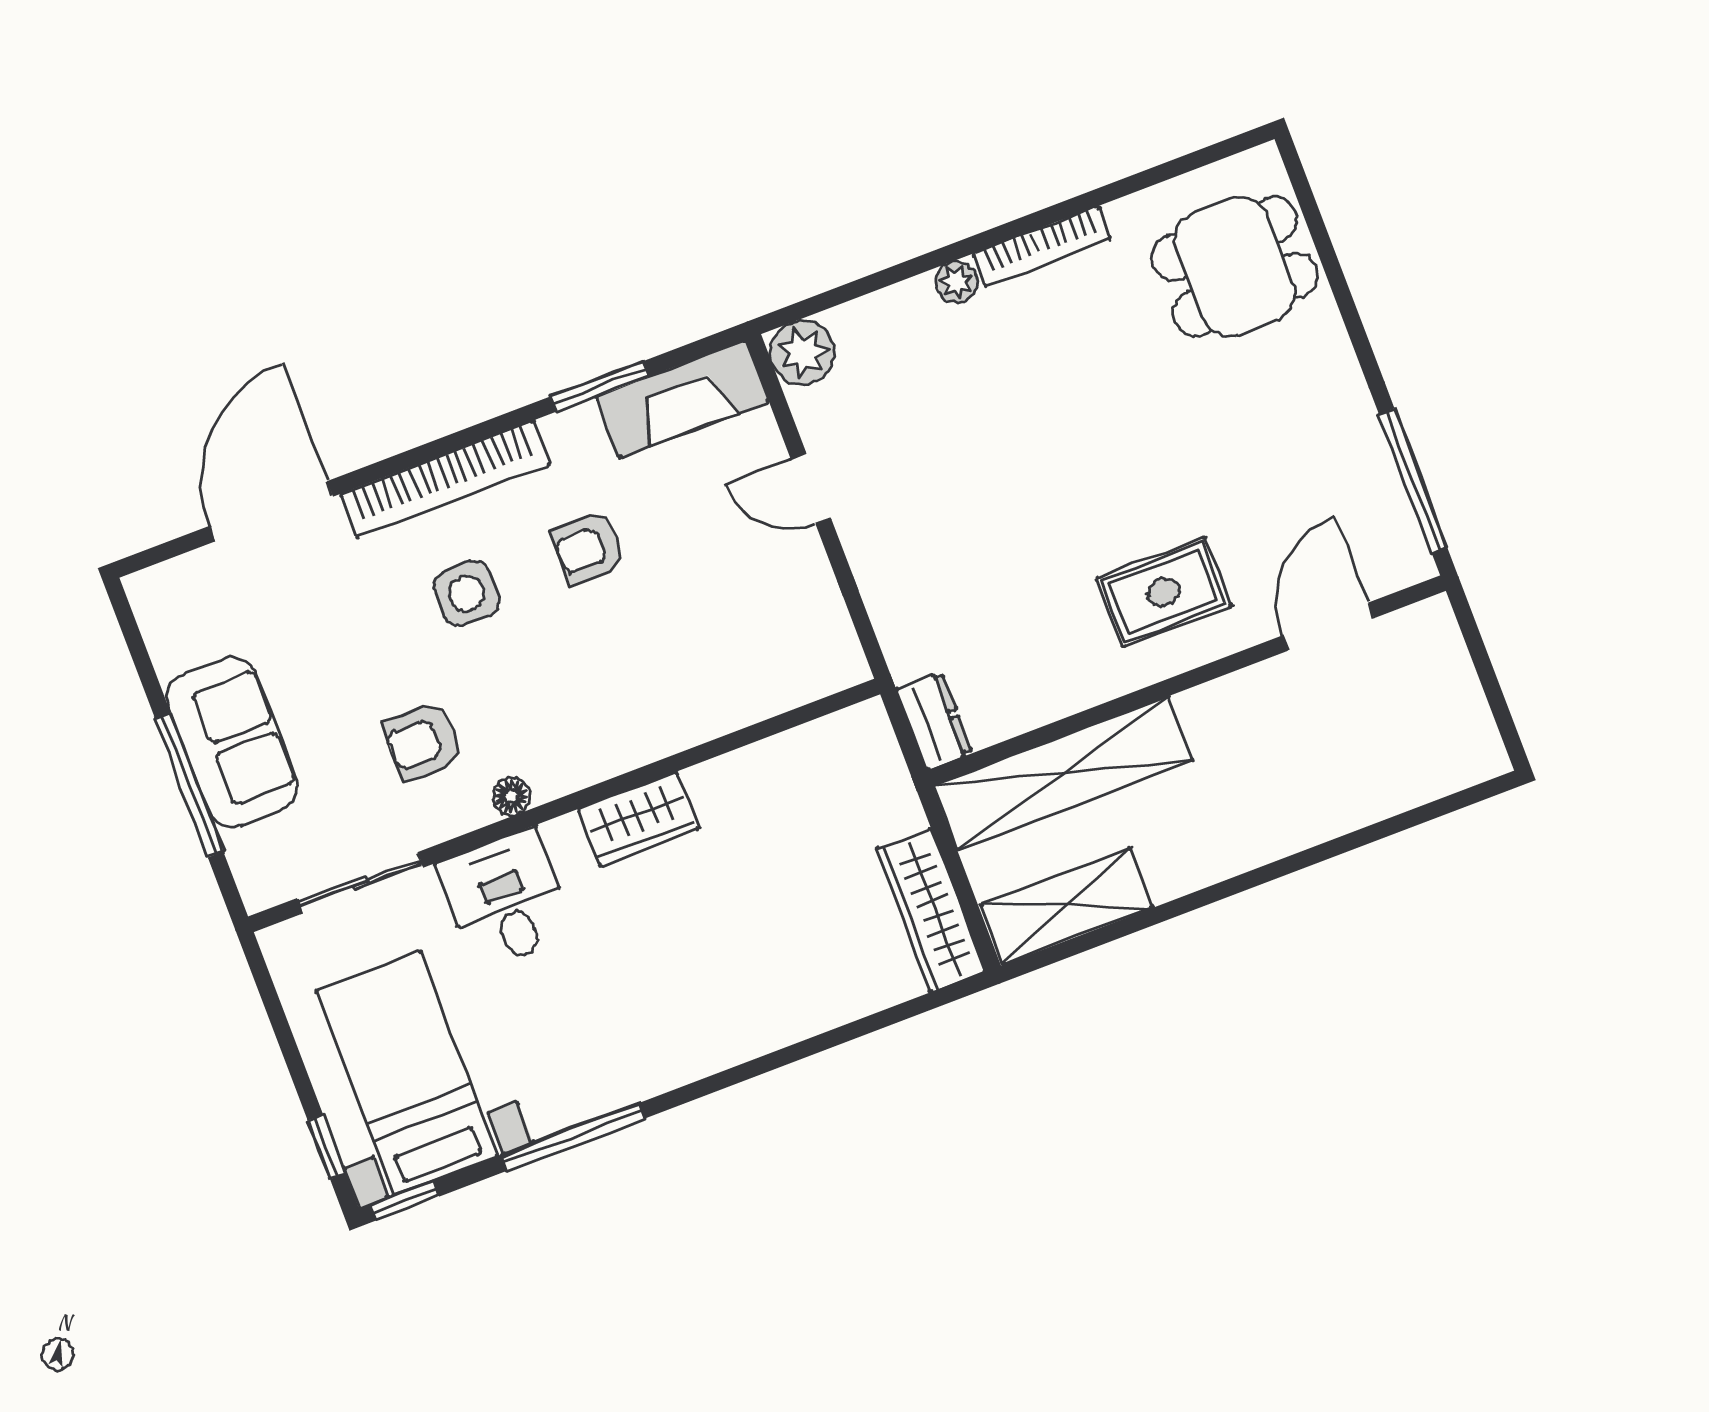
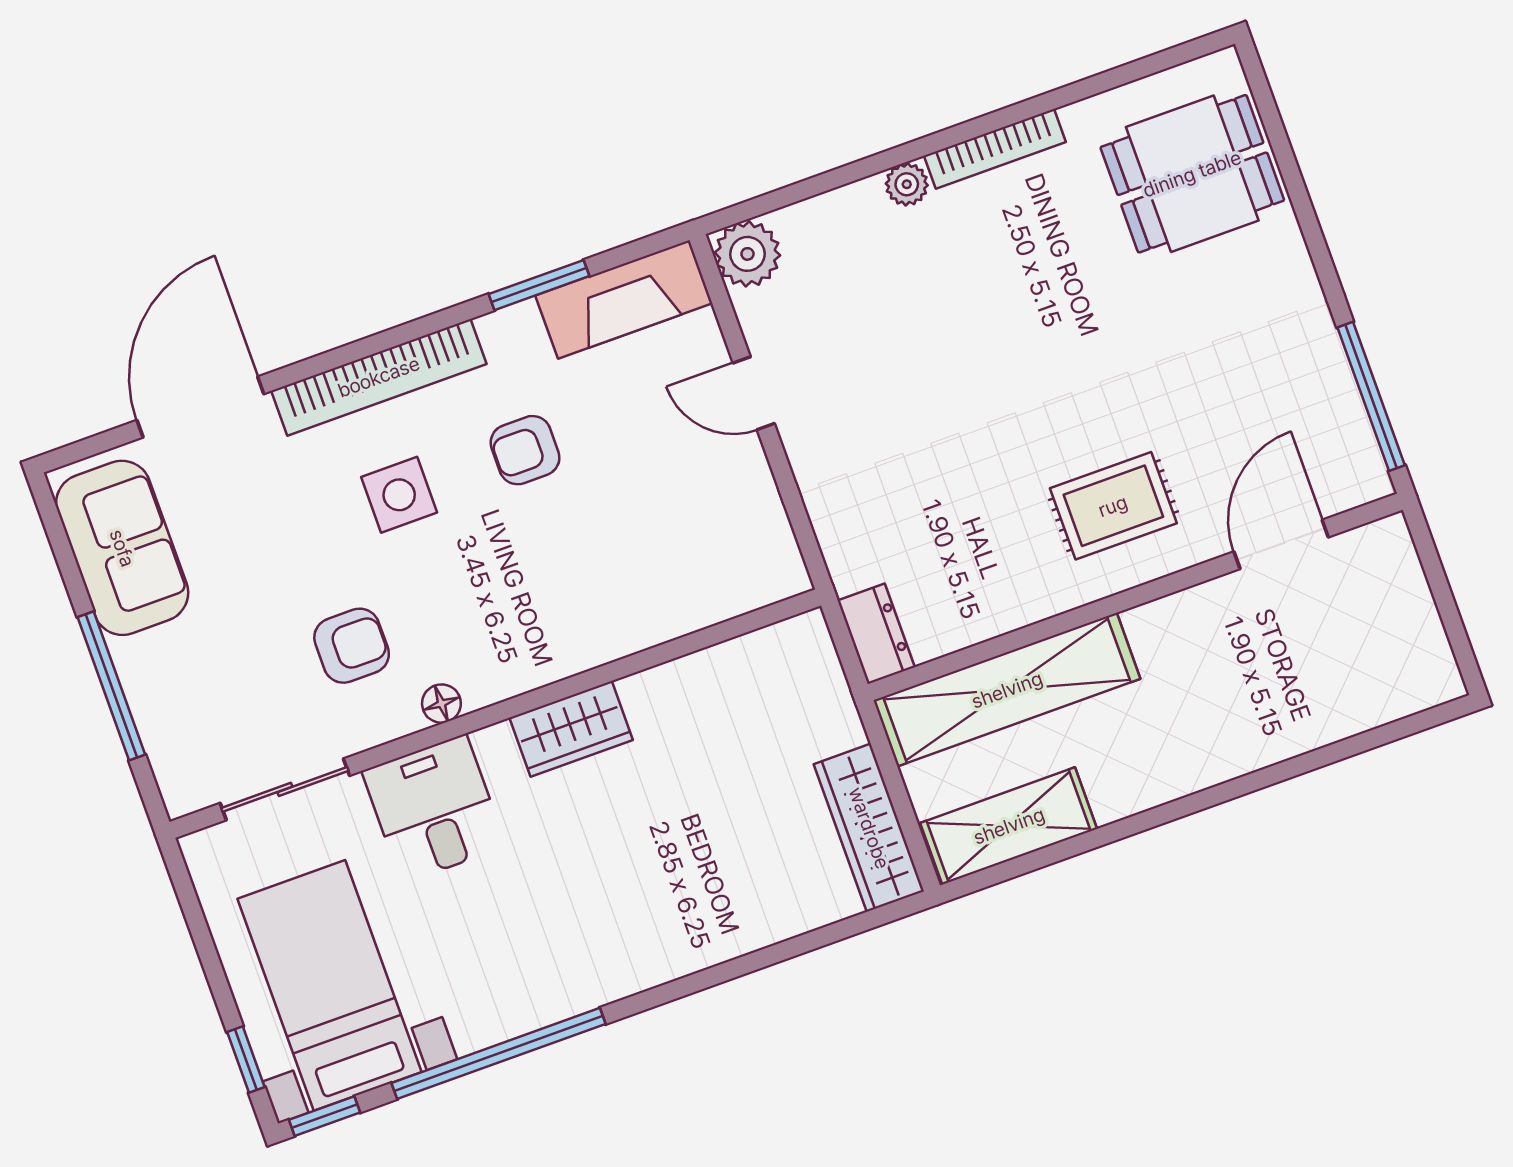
sofa: (232, 742) -> (122, 548), moved
armchair: (423, 742) -> (352, 646), turned 180
window: (573, 1137) -> (498, 1053), width x1.46

